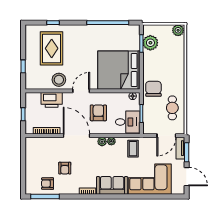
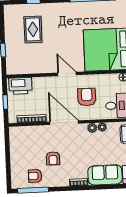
rug: (52, 48) -> (33, 29), width x0.73, depth x0.70
stool: (59, 80) -> (42, 63), removed
door: (81, 91) -> (67, 74), hinge flipped
printer: (52, 100) -> (20, 86), moved

